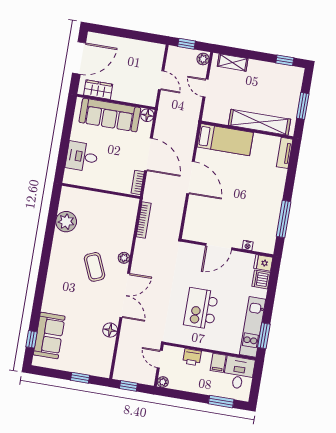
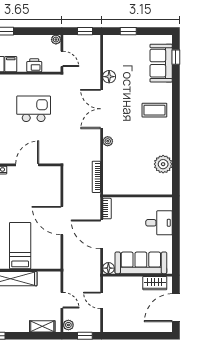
bed: (225, 140) -> (20, 246), moved, turned 90
coffee table: (95, 267) -> (154, 110), moved, turned -67
kitchen island: (201, 308) -> (34, 109), turned -90

